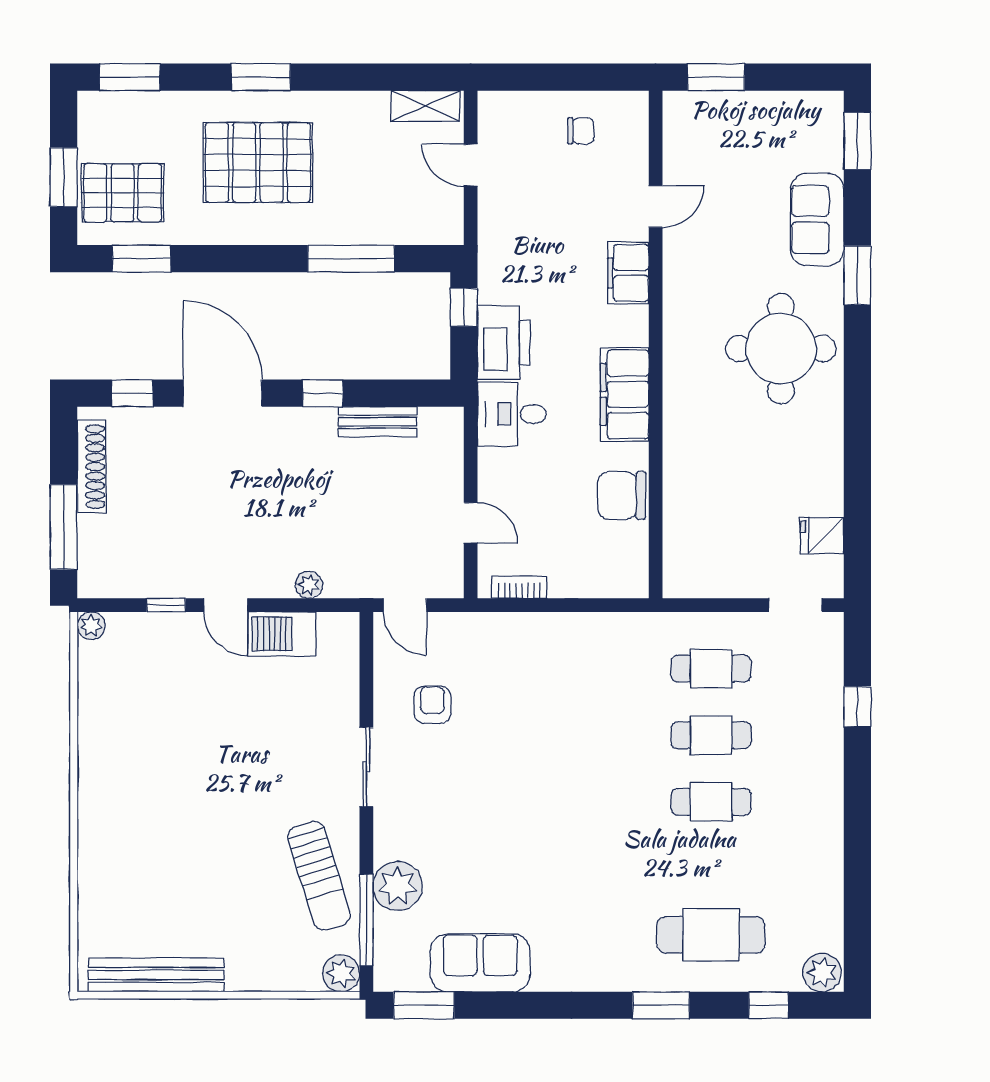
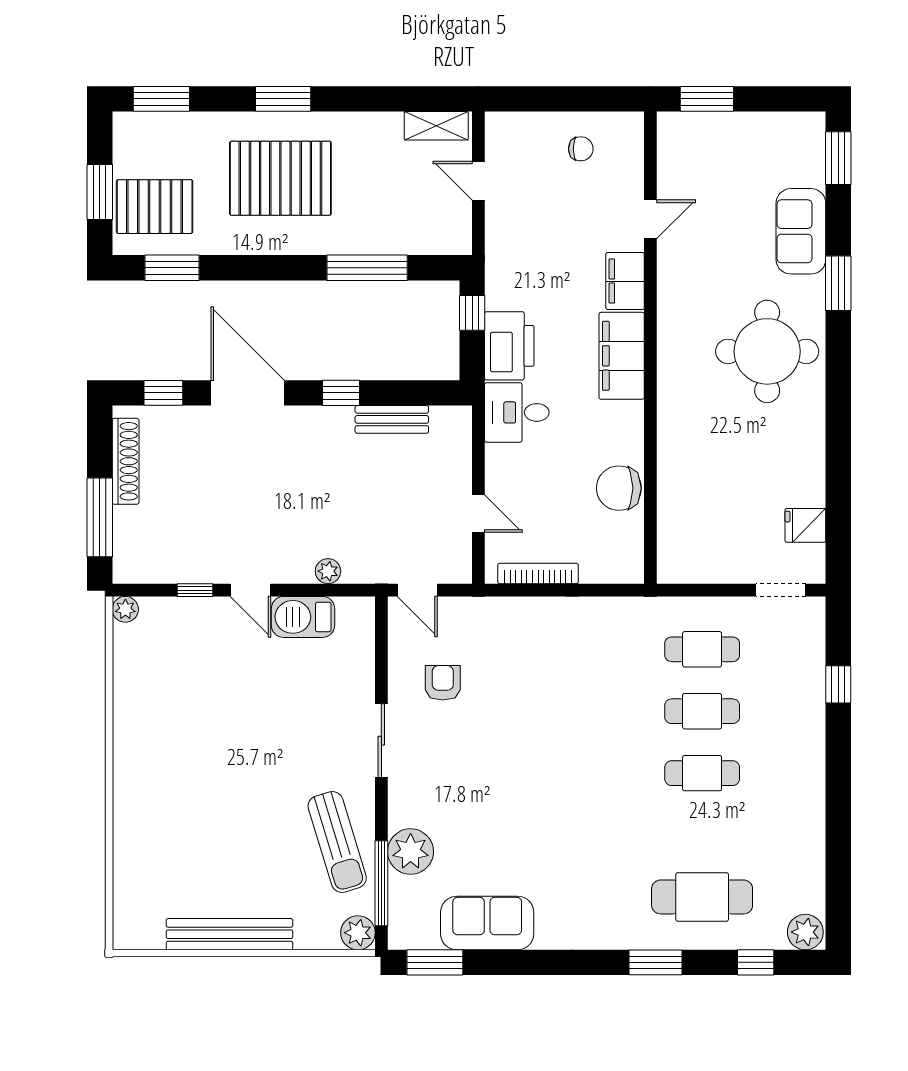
filing cabinet: (625, 394) -> (622, 356), moved
bookcase: (519, 587) -> (538, 574), width x1.56
bench: (156, 975) -> (229, 934), moved

